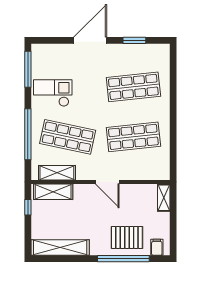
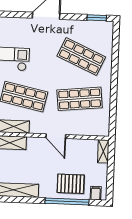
window: (134, 40) -> (97, 18), moved
shop shelf: (133, 87) -> (81, 57), turned 30

